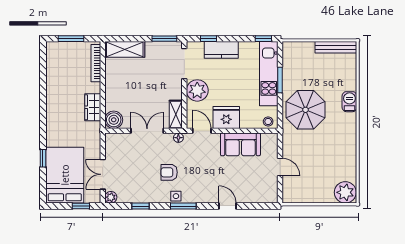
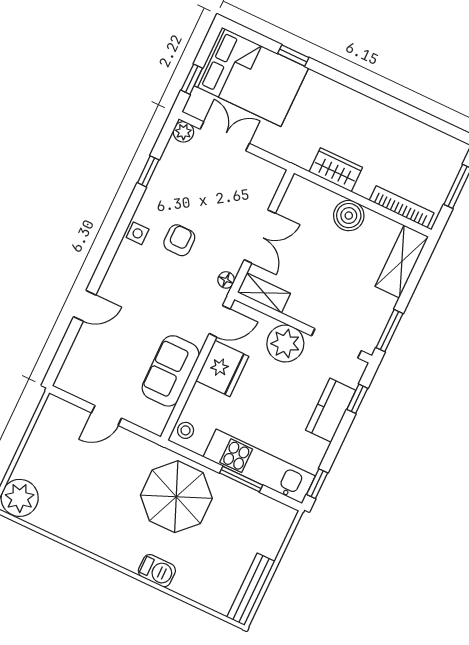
boiler: (114, 120) -> (349, 216), moved
window: (183, 206) -> (117, 238), removed

